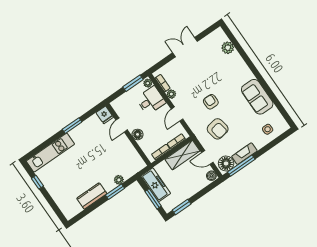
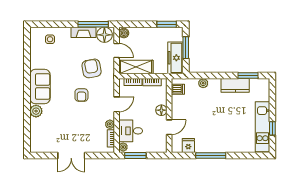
plant: (228, 48) -> (36, 111), moved
sofa: (257, 97) -> (40, 87), moved
fridge: (105, 115) -> (188, 145), moved
window: (72, 126) -> (211, 155), width x1.44
kitchen unit: (50, 153) -> (262, 127), moved, turned -90
dishwasher: (136, 161) -> (178, 89), added
window: (115, 192) -> (248, 76), moved

